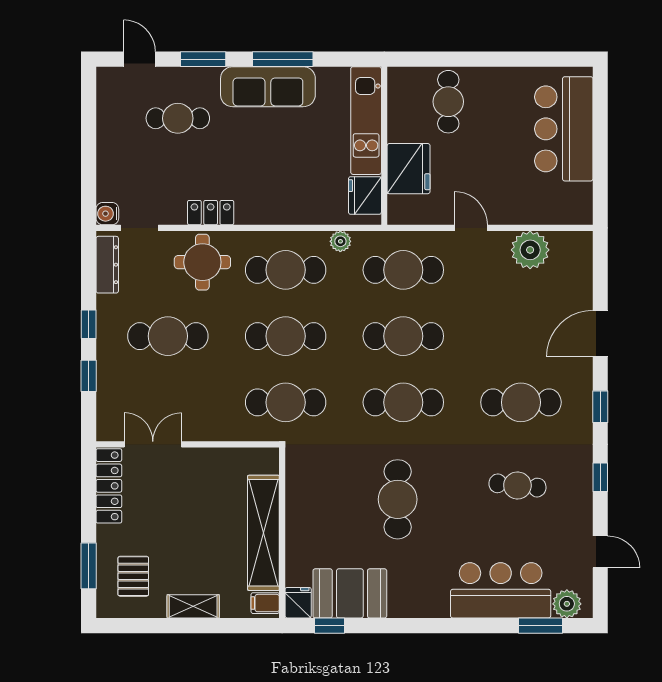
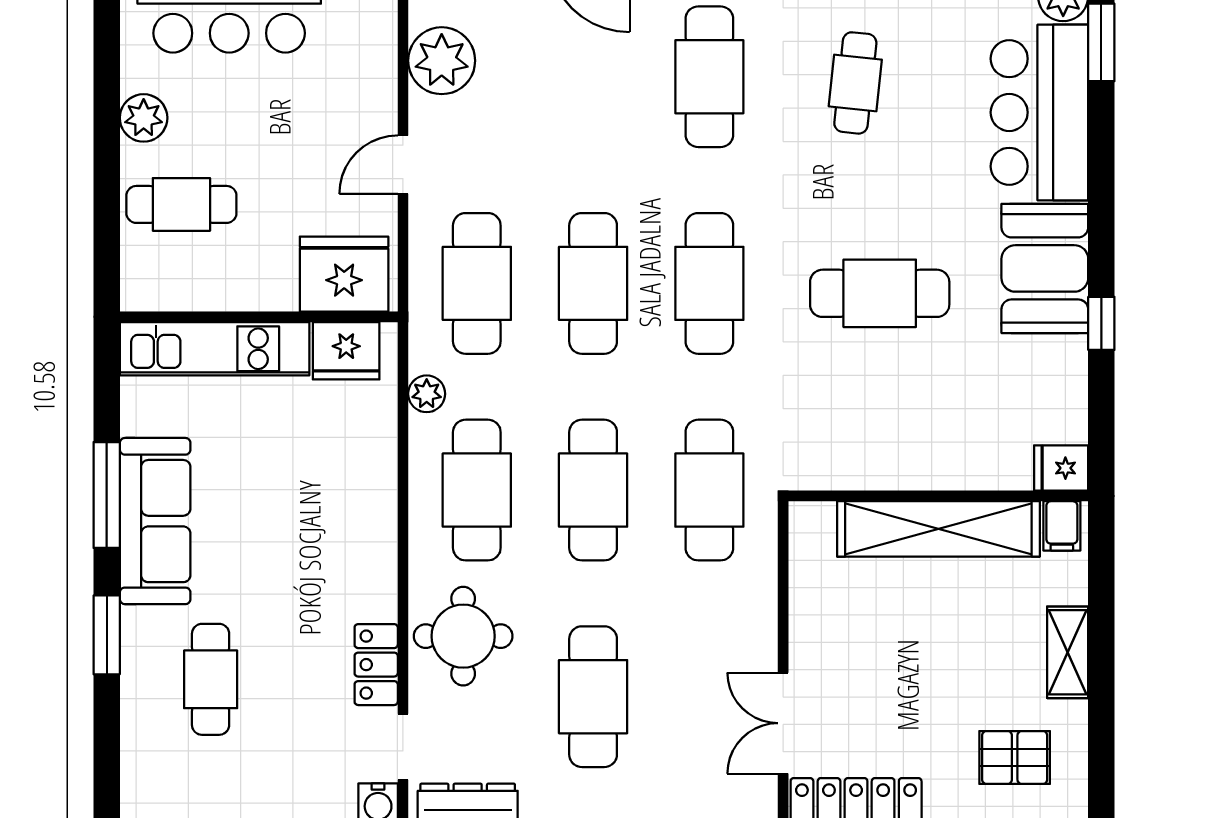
door: (140, 59) -> (107, 746), removed
plant: (498, 80) -> (144, 118), added
fridge: (409, 169) -> (344, 274), moved
locker: (211, 213) -> (376, 665), moved
booth: (350, 593) -> (1045, 268), moved
window: (330, 626) -> (1101, 323), moved

